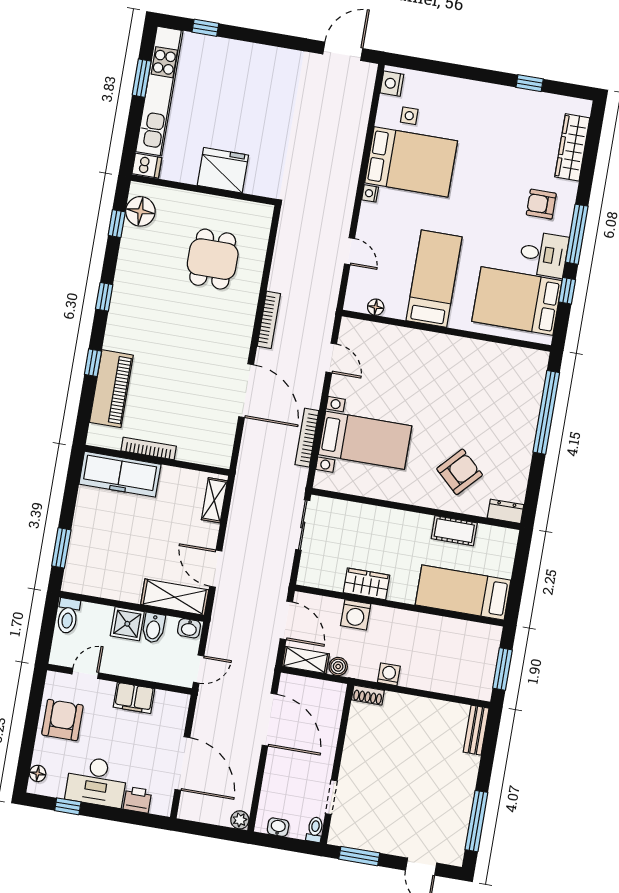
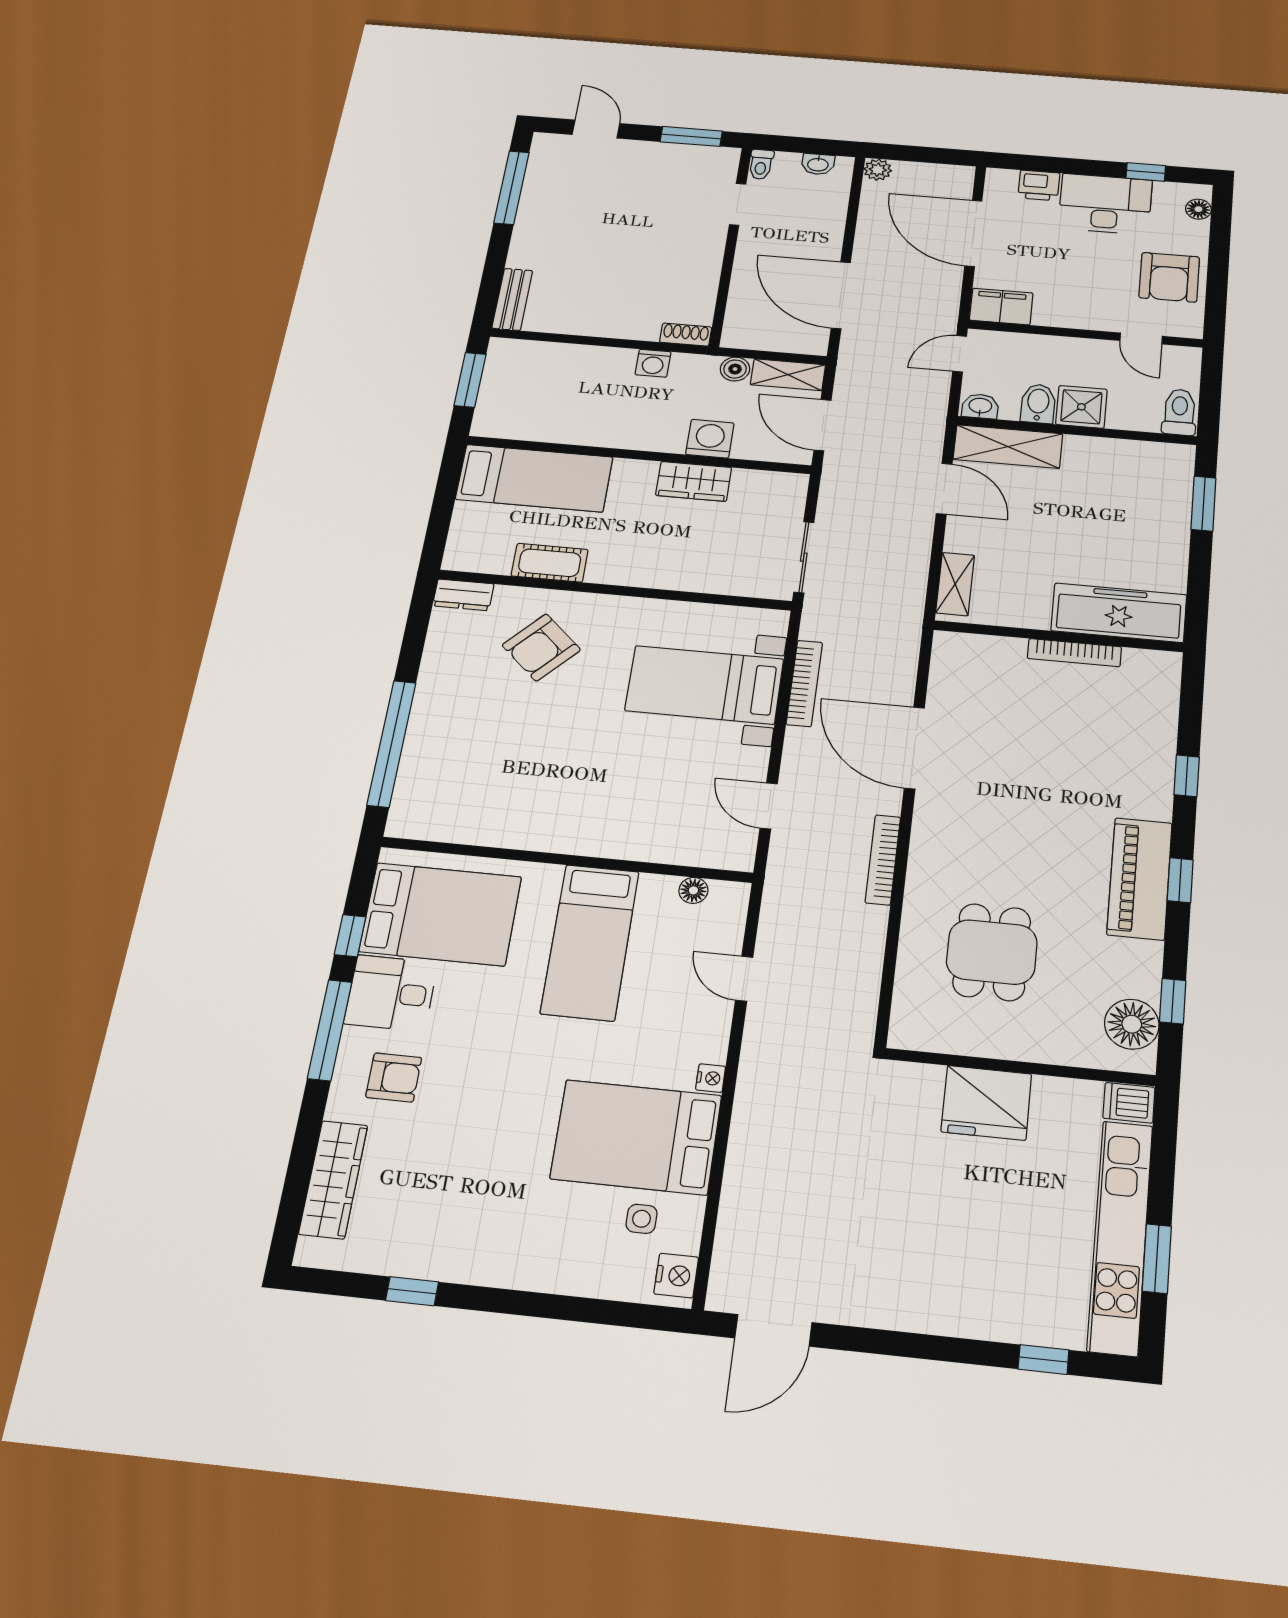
piano: (111, 389) -> (1140, 879), moved
door: (85, 673) -> (1141, 338), hinge flipped
filing cabinet: (134, 698) -> (1001, 307), moved

